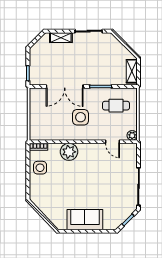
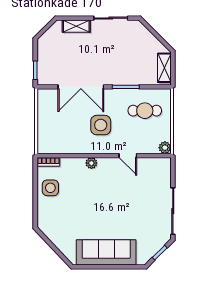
door: (113, 142) -> (128, 156), moved
plant: (69, 152) -> (91, 163), width x0.53, depth x0.53
sofa: (85, 220) -> (106, 252), width x1.36

